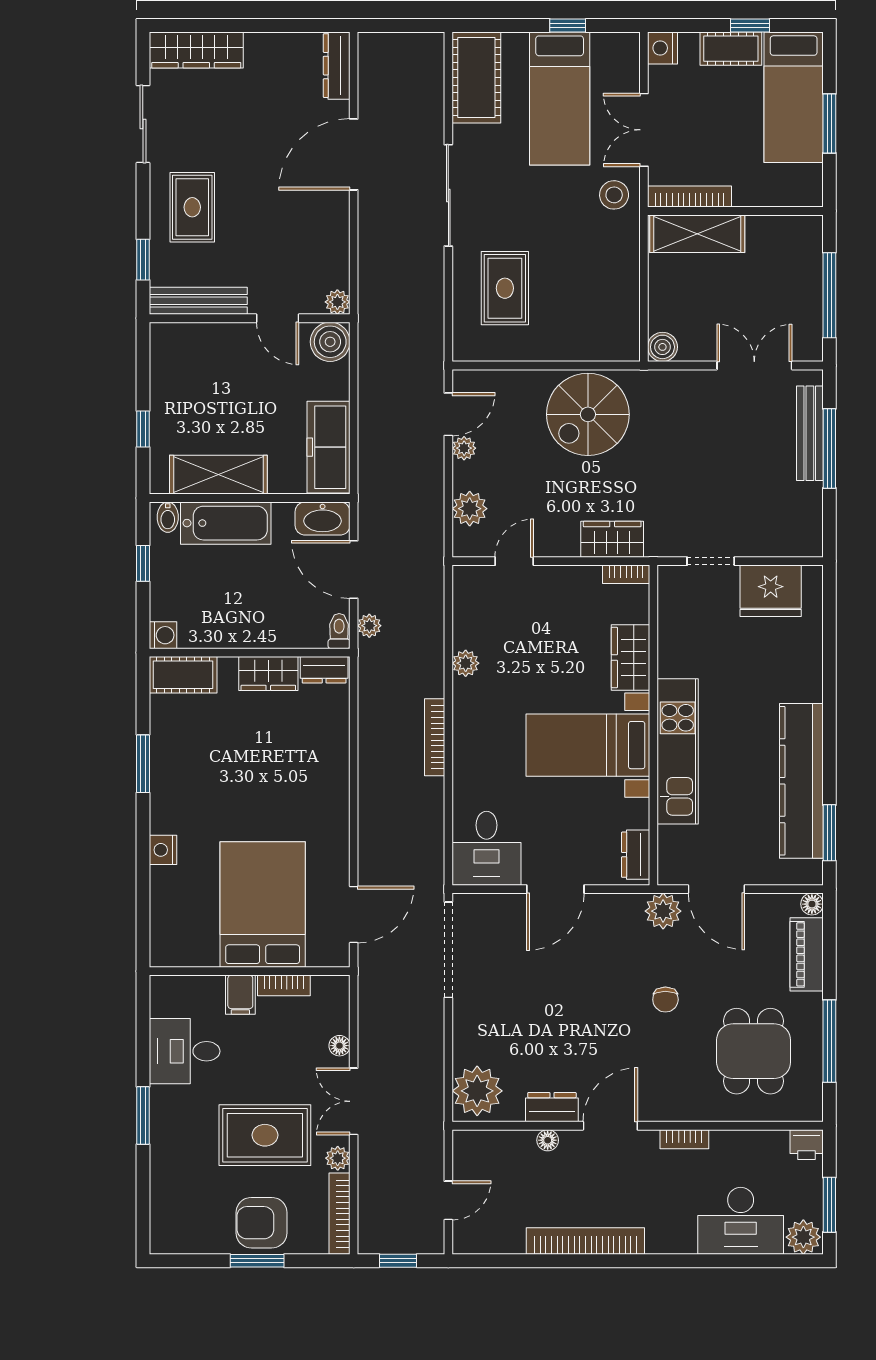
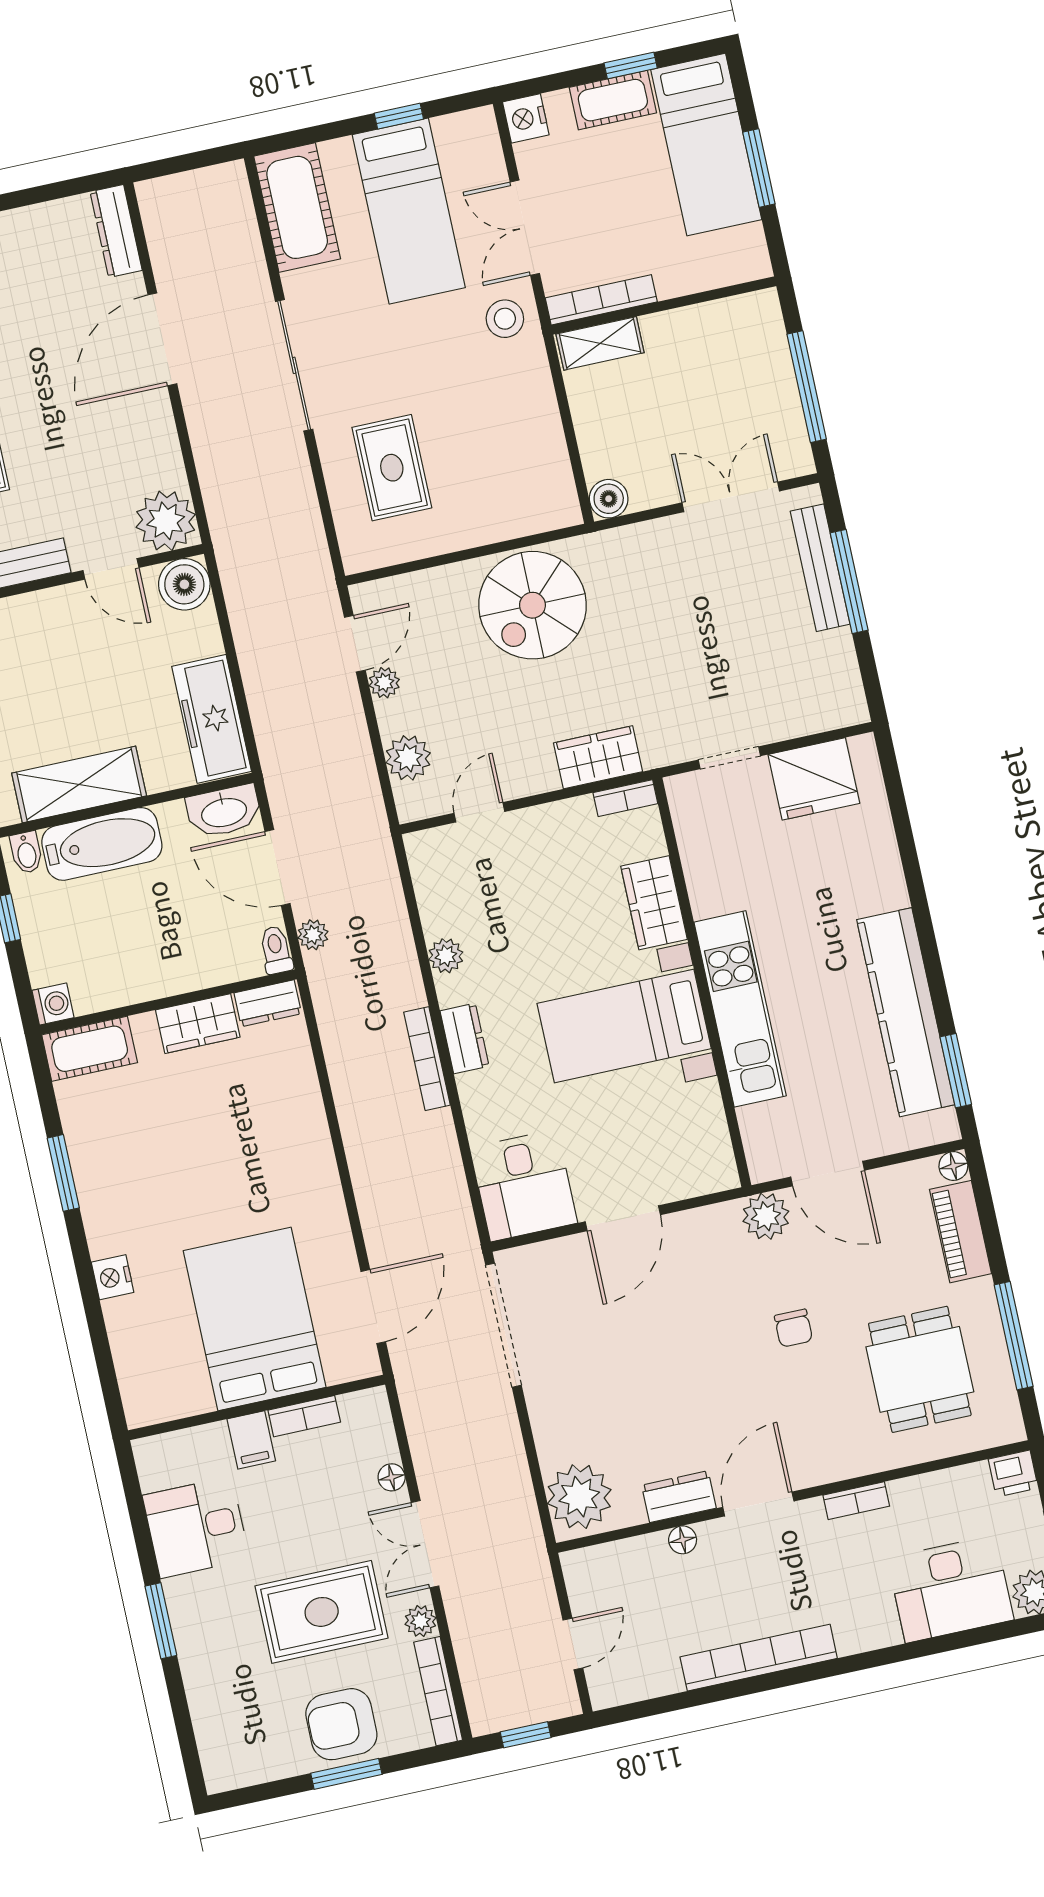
shelving: (697, 234) -> (600, 343), width x0.67, depth x0.75
plant: (337, 302) -> (166, 521), width x1.87, depth x1.87
dresser: (636, 855) -> (465, 1038), moved, turned 180

